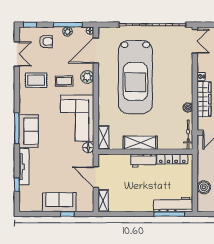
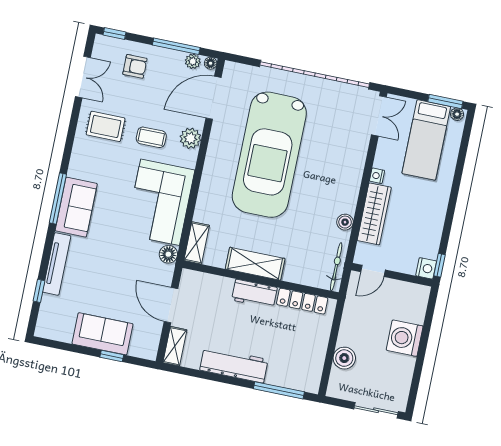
plant: (68, 32) -> (193, 61), moved
workbench: (173, 204) -> (234, 365), moved

